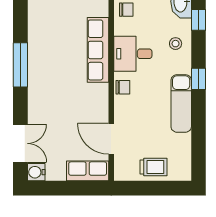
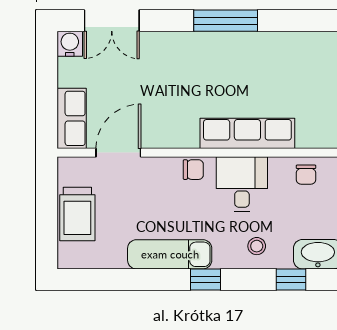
chair: (123, 87) -> (193, 170), turned -90
trolley: (153, 167) -> (77, 214), width x1.36, depth x1.39

